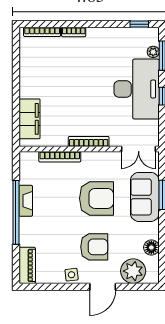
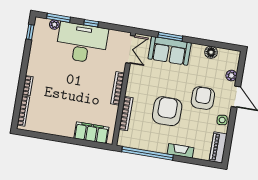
armchair: (96, 198) -> (167, 111), moved
fireplace: (26, 201) -> (180, 151), moved
window: (16, 212) -> (148, 153), moved
piano: (27, 265) -> (218, 147), moved, turned -90
plant: (133, 271) -> (231, 76), width x0.53, depth x0.53

